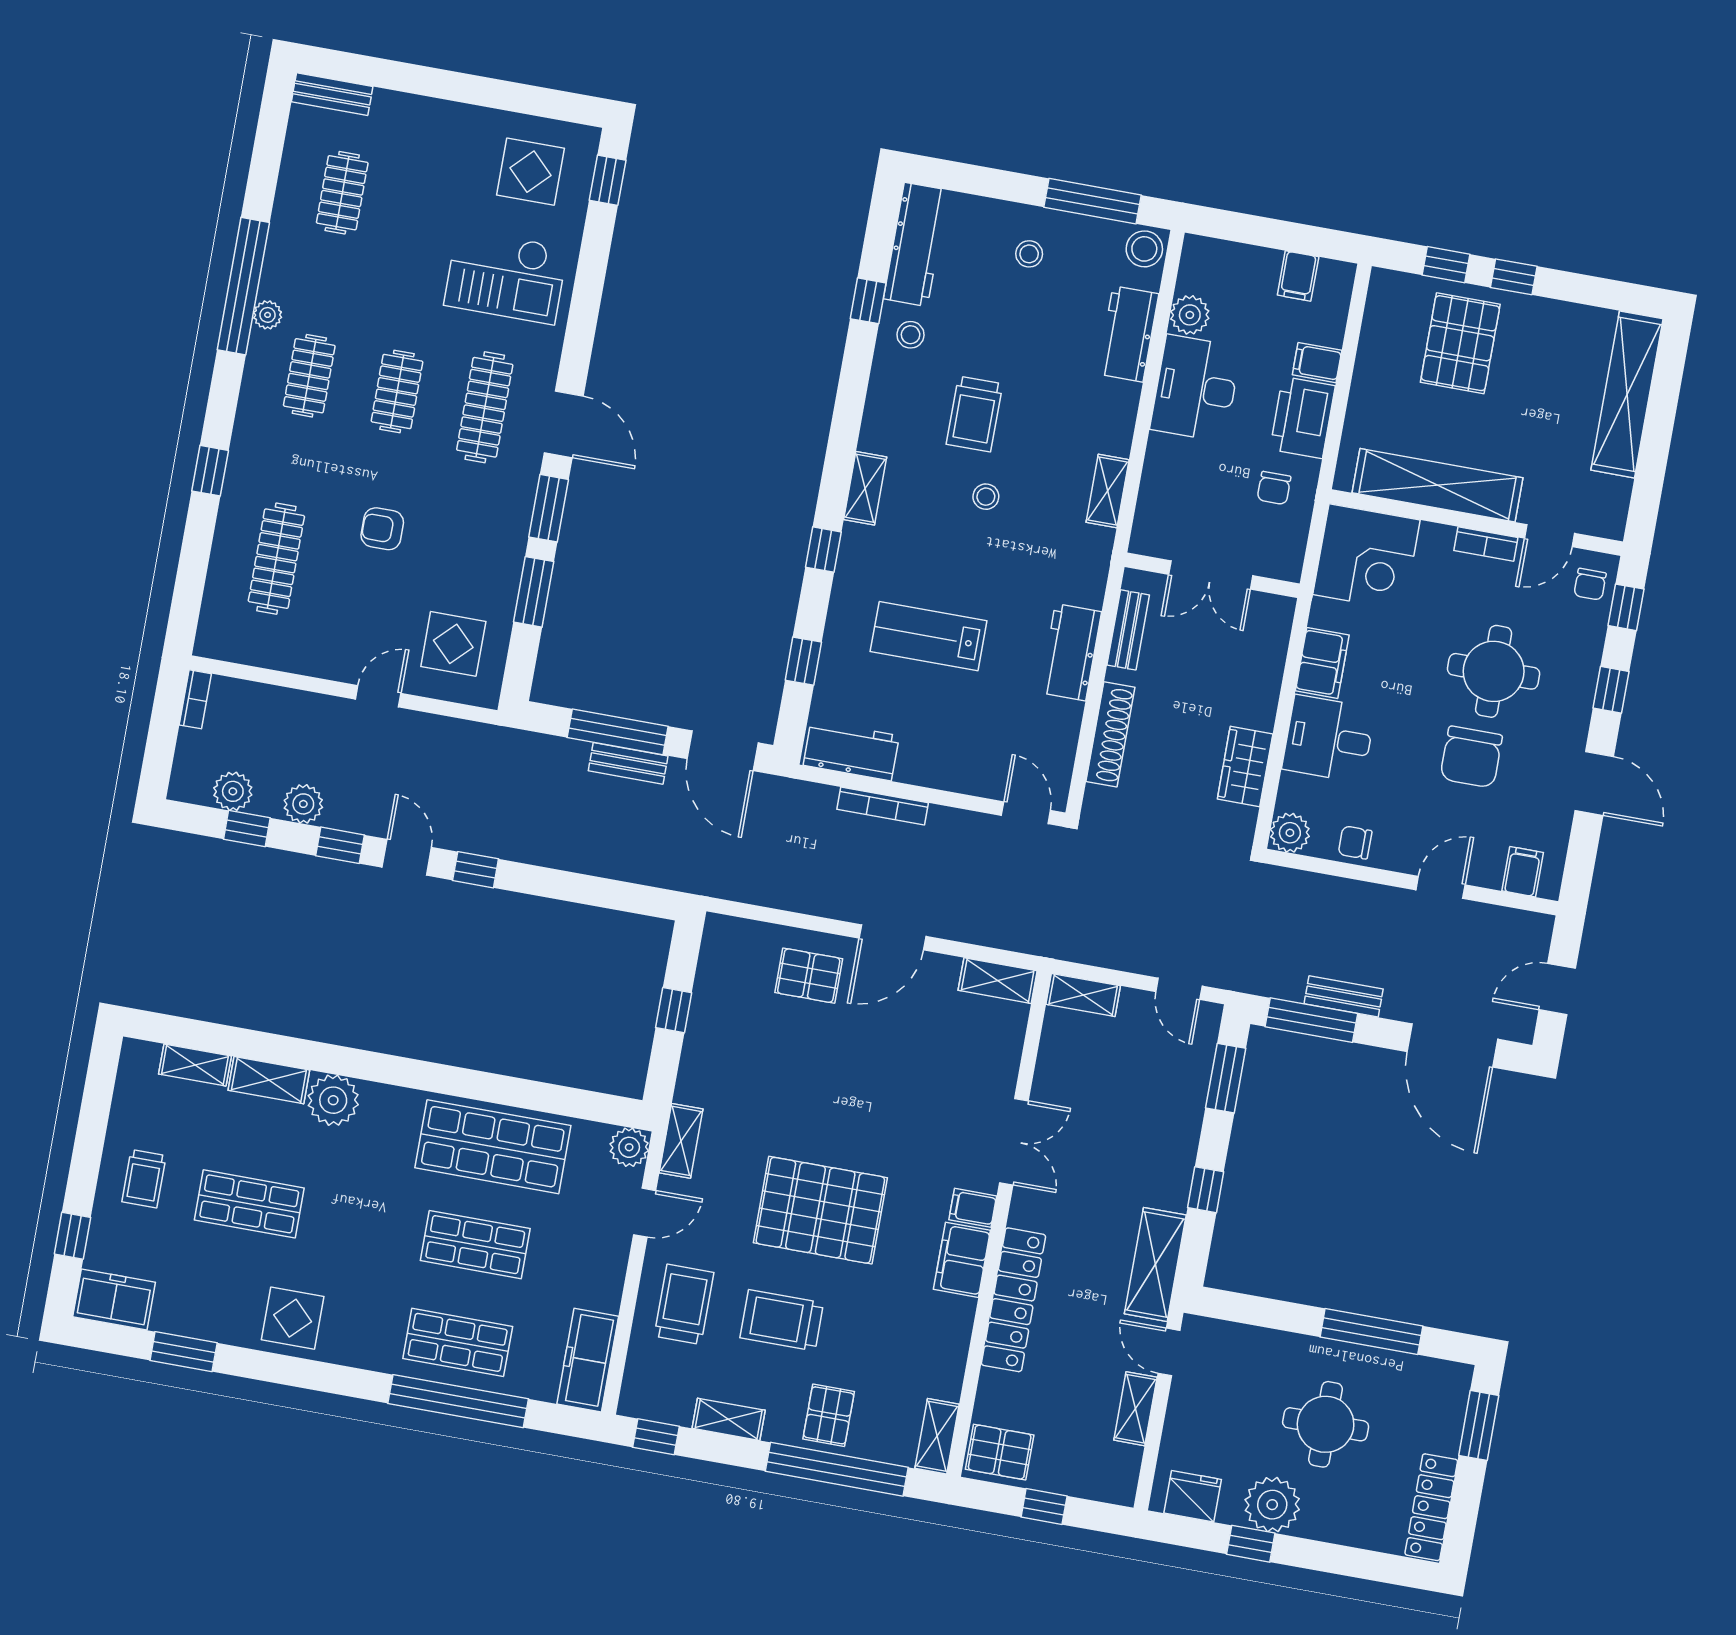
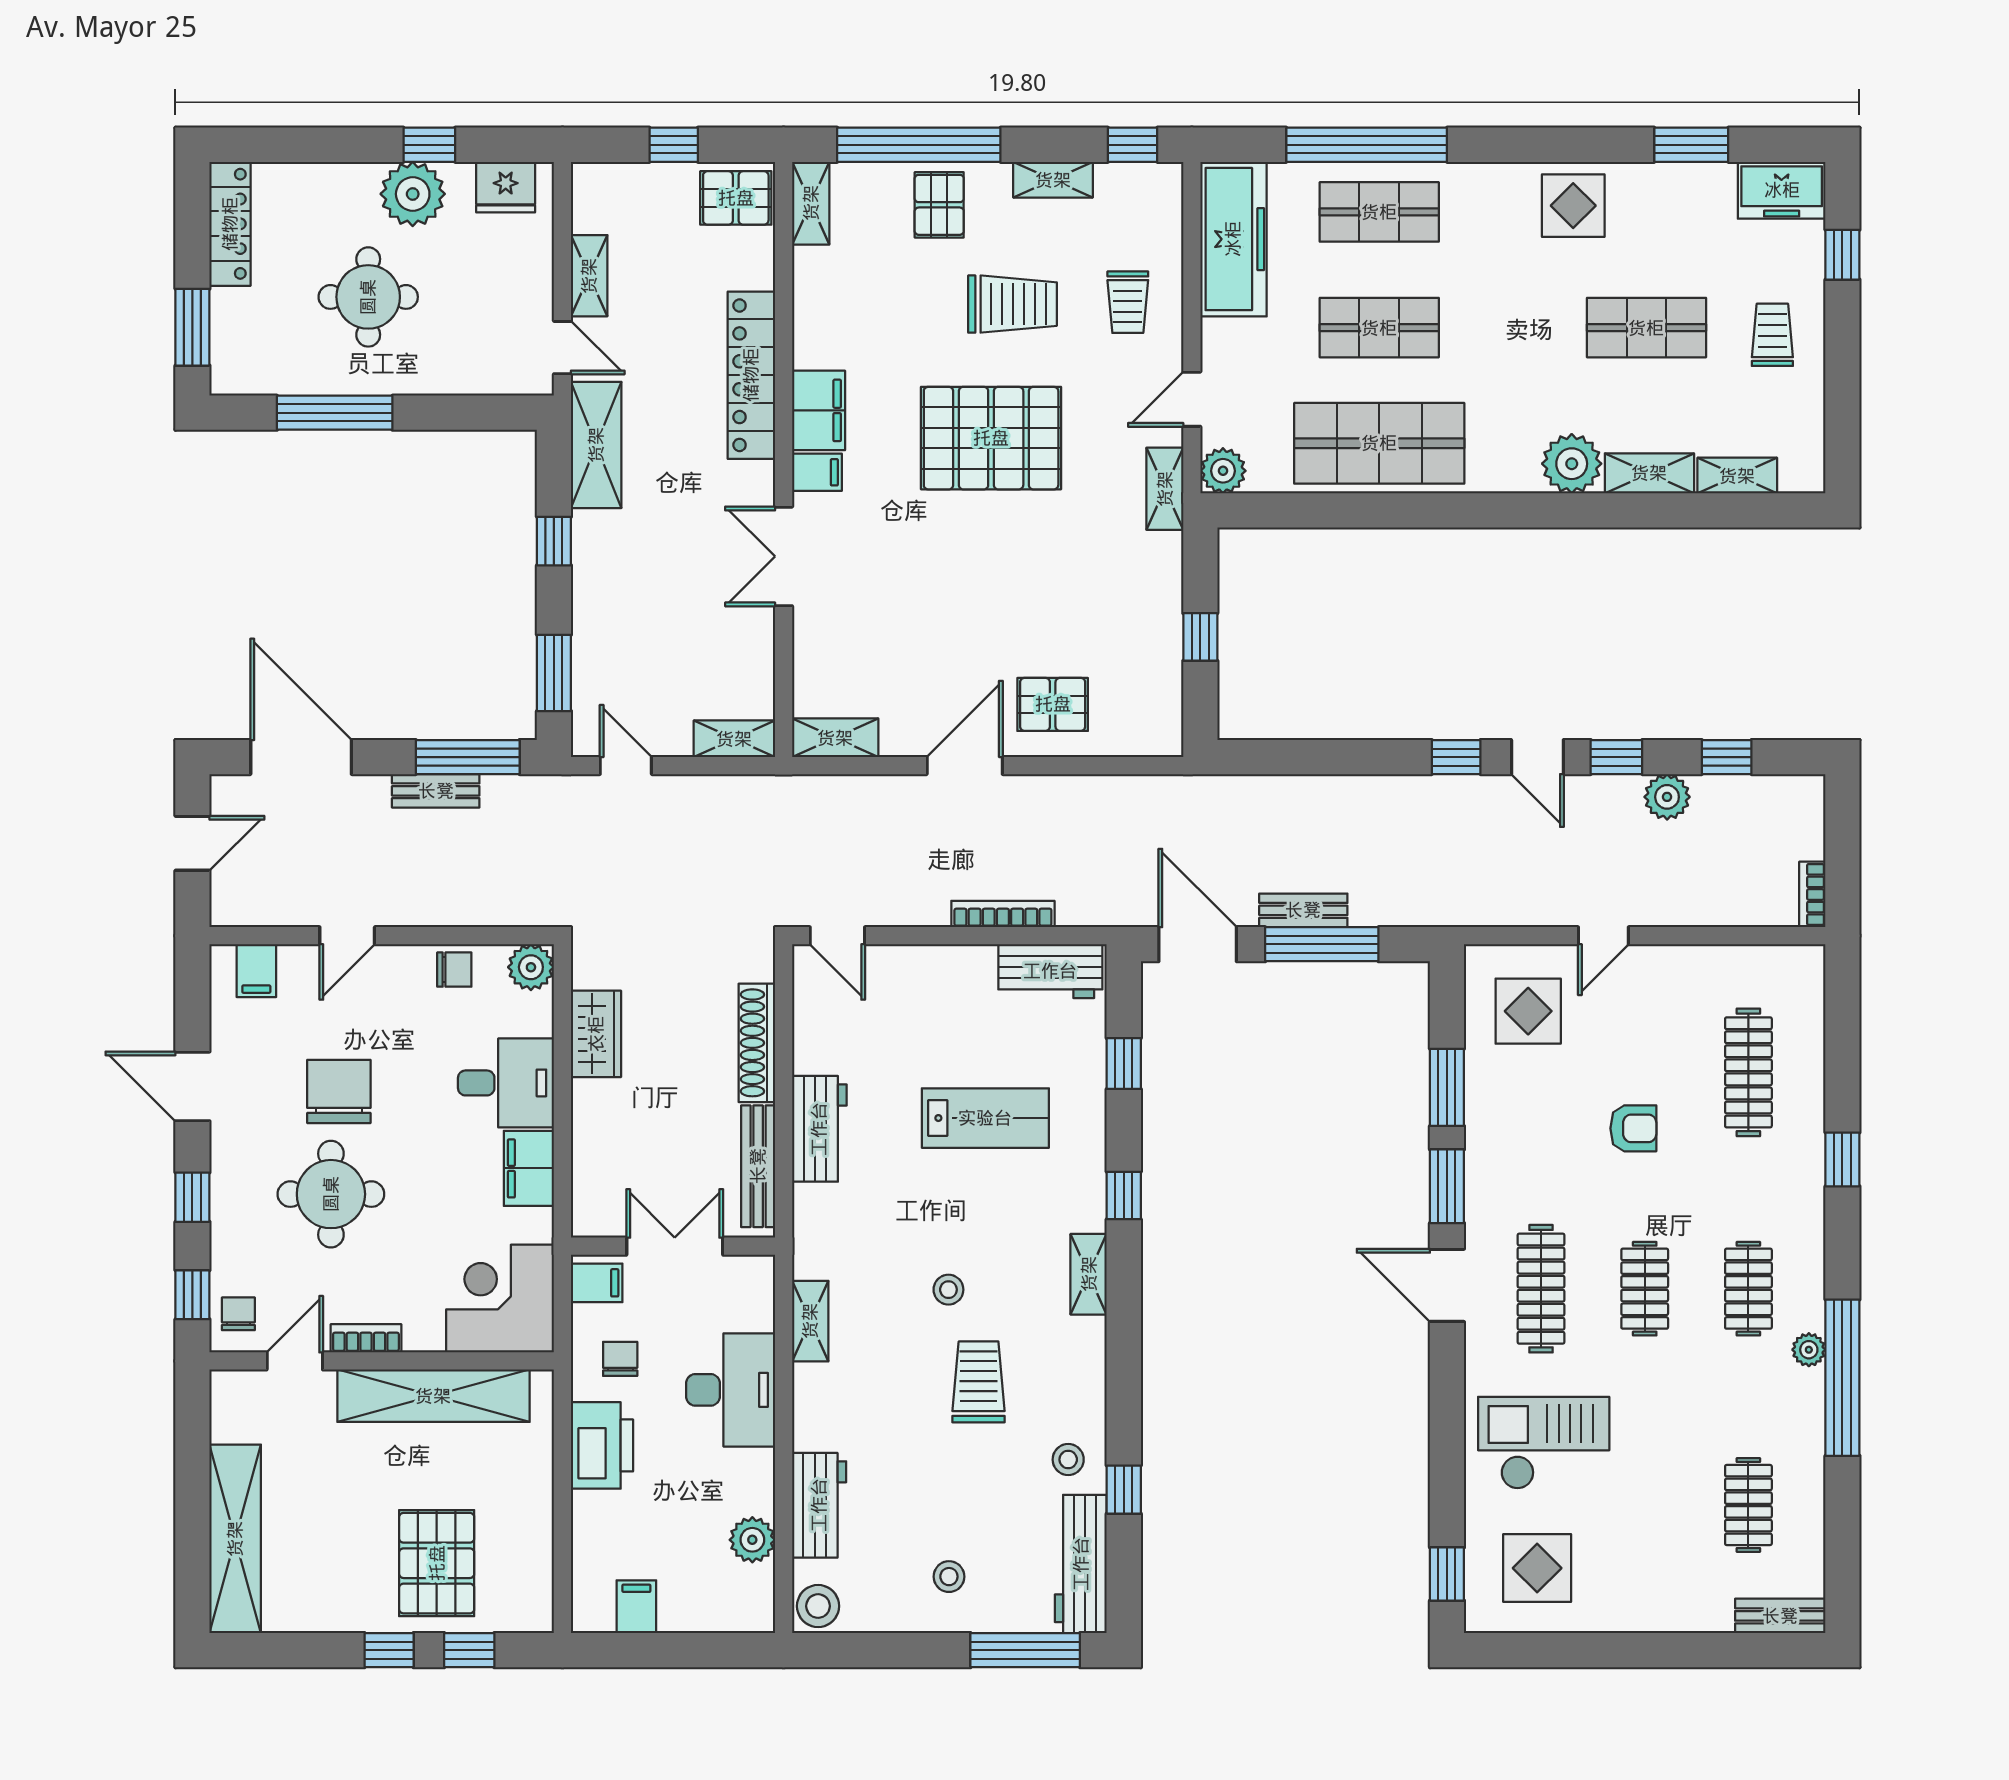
window: (1093, 201) -> (1025, 1650), moved
filing cabinet: (1317, 363) -> (597, 1283), moved
desk: (1196, 388) -> (731, 1390), moved
bench: (1128, 630) -> (758, 1166), width x1.36
plant: (233, 791) -> (1750, 797), removed
trolley: (684, 1304) -> (1128, 302), width x0.73, depth x0.72
freezer: (588, 1360) -> (1233, 239), width x1.36, depth x1.26

